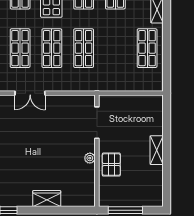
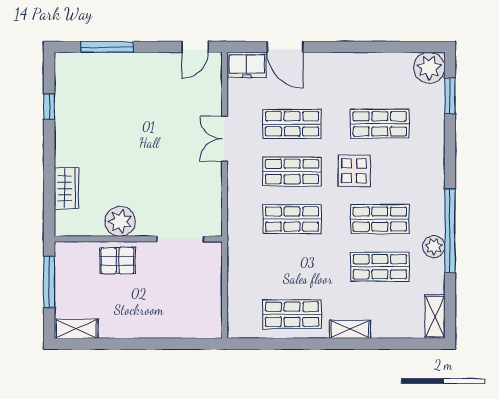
shelving: (157, 150) -> (76, 329), moved
plant: (90, 158) -> (120, 221), width x1.88, depth x1.88
wardrobe: (47, 199) -> (66, 188), moved

